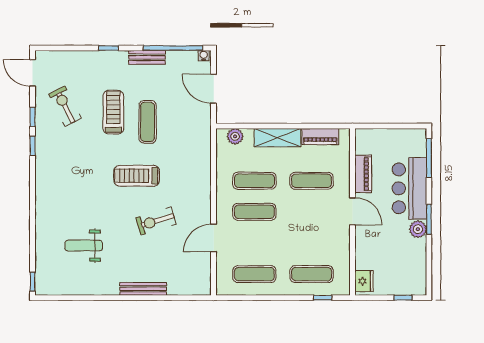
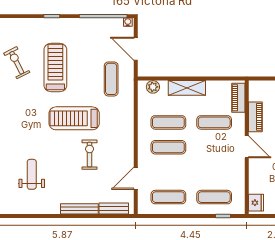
bench: (147, 57) -> (114, 209), moved
treadmill: (113, 112) -> (55, 67), width x1.37, depth x1.38
exercise mat: (148, 122) -> (111, 79), moved
piano: (320, 137) -> (238, 98), moved, turned 90
treadmill: (137, 176) -> (74, 118), width x1.37, depth x1.38
exercise bike: (156, 221) -> (90, 155), turned 107
door: (214, 238) -> (136, 178), moved
weight bench: (84, 246) -> (32, 174), turned 90

